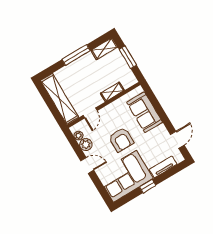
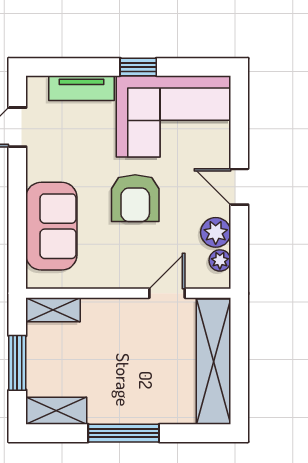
shelving: (112, 92) -> (53, 310), moved
armchair: (121, 140) -> (135, 198), turned 180

